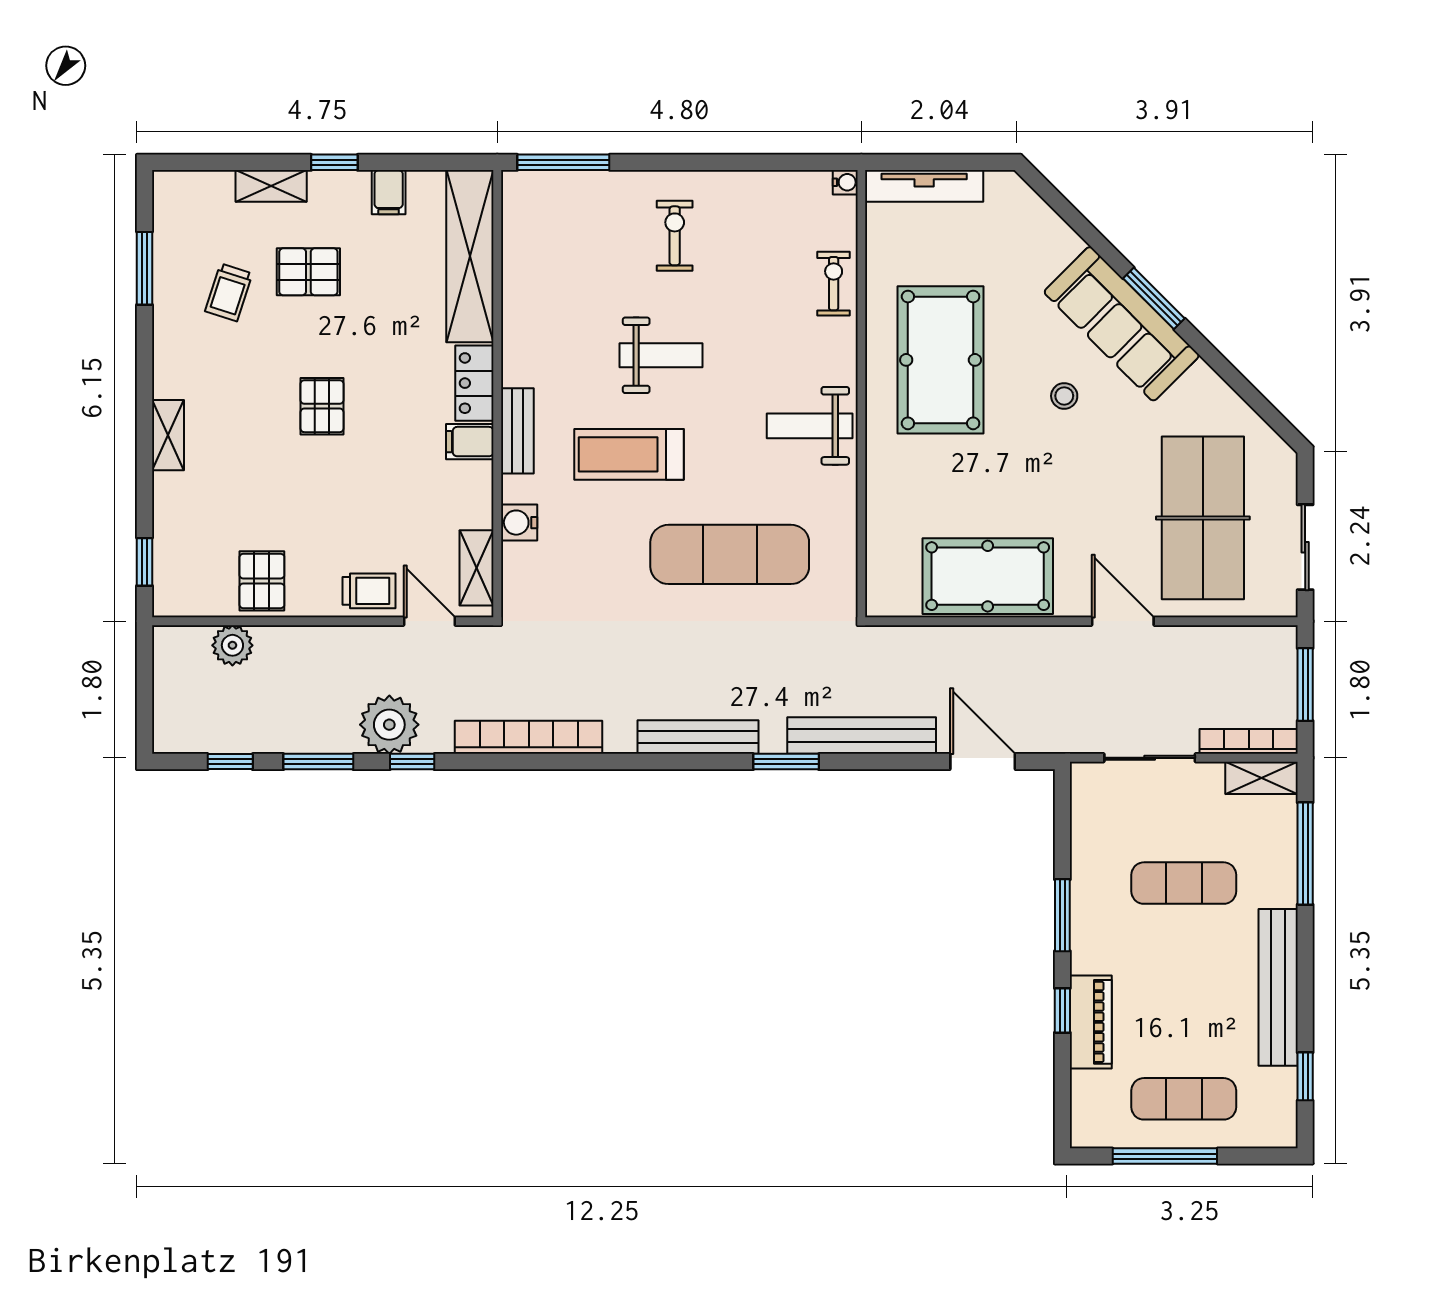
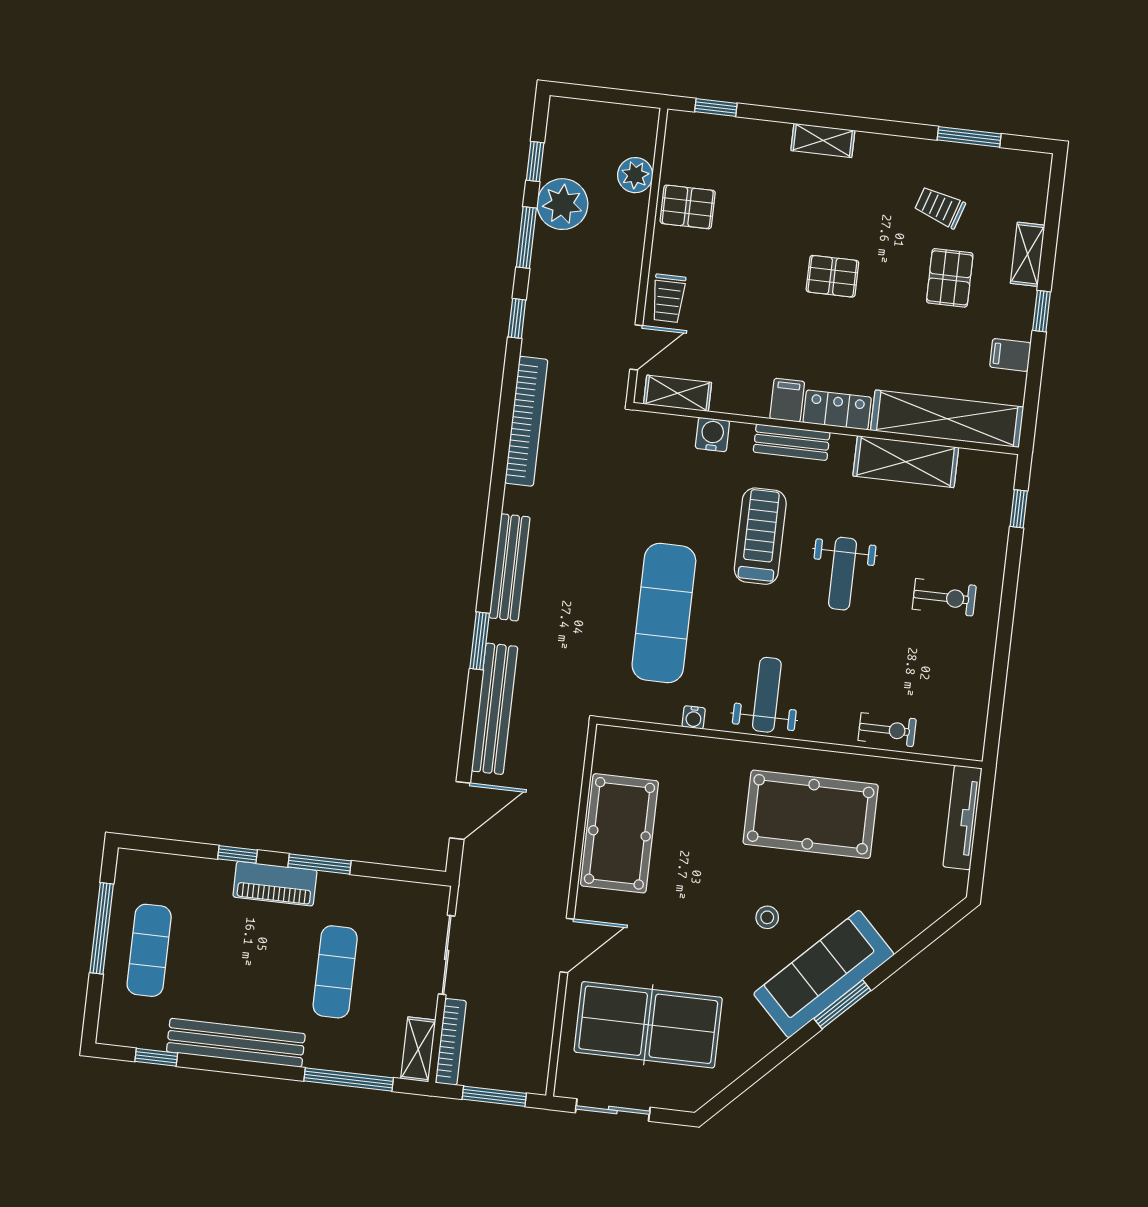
window: (563, 162) -> (1019, 509), width x0.46
water cooler: (845, 182) -> (694, 717), moved
shelving: (525, 298) -> (906, 462), added
plant: (389, 725) -> (562, 204), moved
piano: (1091, 1022) -> (275, 884), moved

